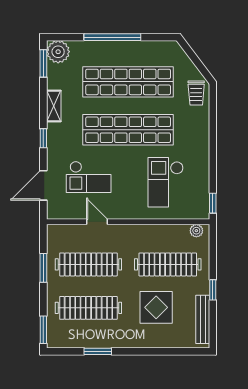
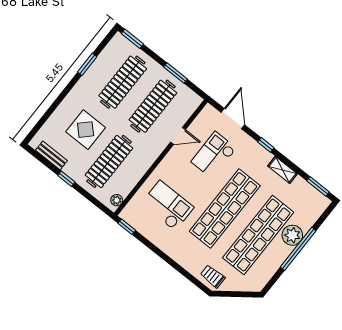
plant: (58, 52) -> (292, 235), moved
bench: (203, 319) -> (51, 155), width x0.73

